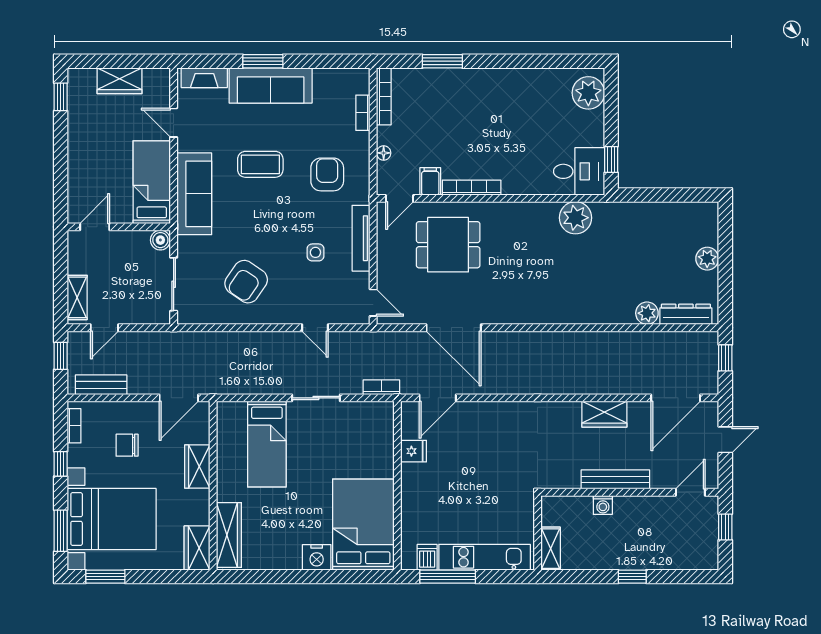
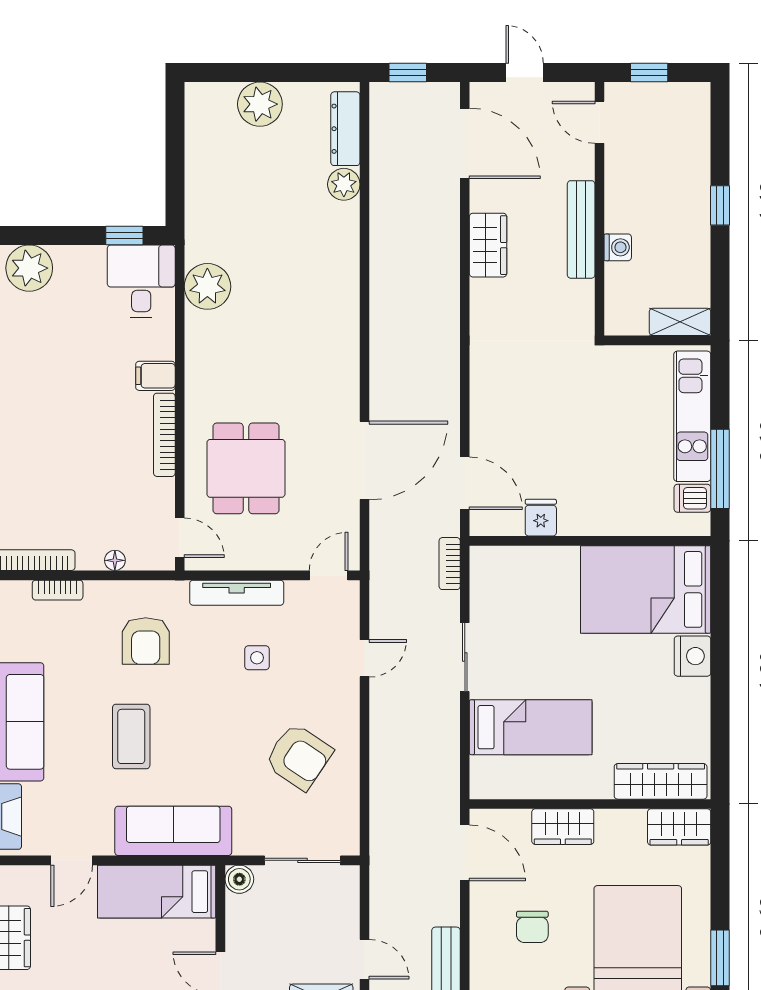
armchair: (327, 174) -> (146, 641), turned -90
filing cabinet: (430, 181) -> (155, 376), moved
plant: (707, 259) -> (260, 104), width x1.36, depth x1.36

